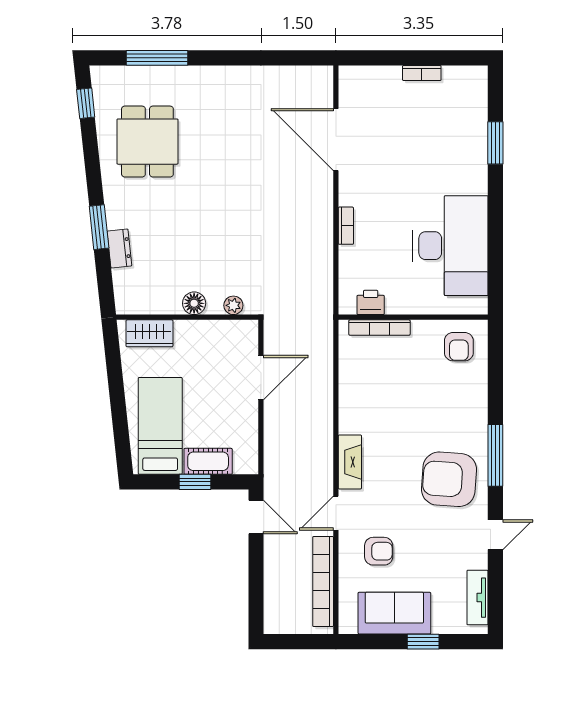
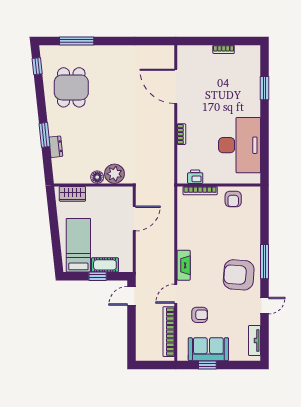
plant: (233, 305) -> (114, 174), width x1.88, depth x1.88
armchair: (459, 347) -> (233, 199), moved
door: (256, 517) -> (132, 296), swing flipped
window: (423, 642) -> (207, 365), moved

